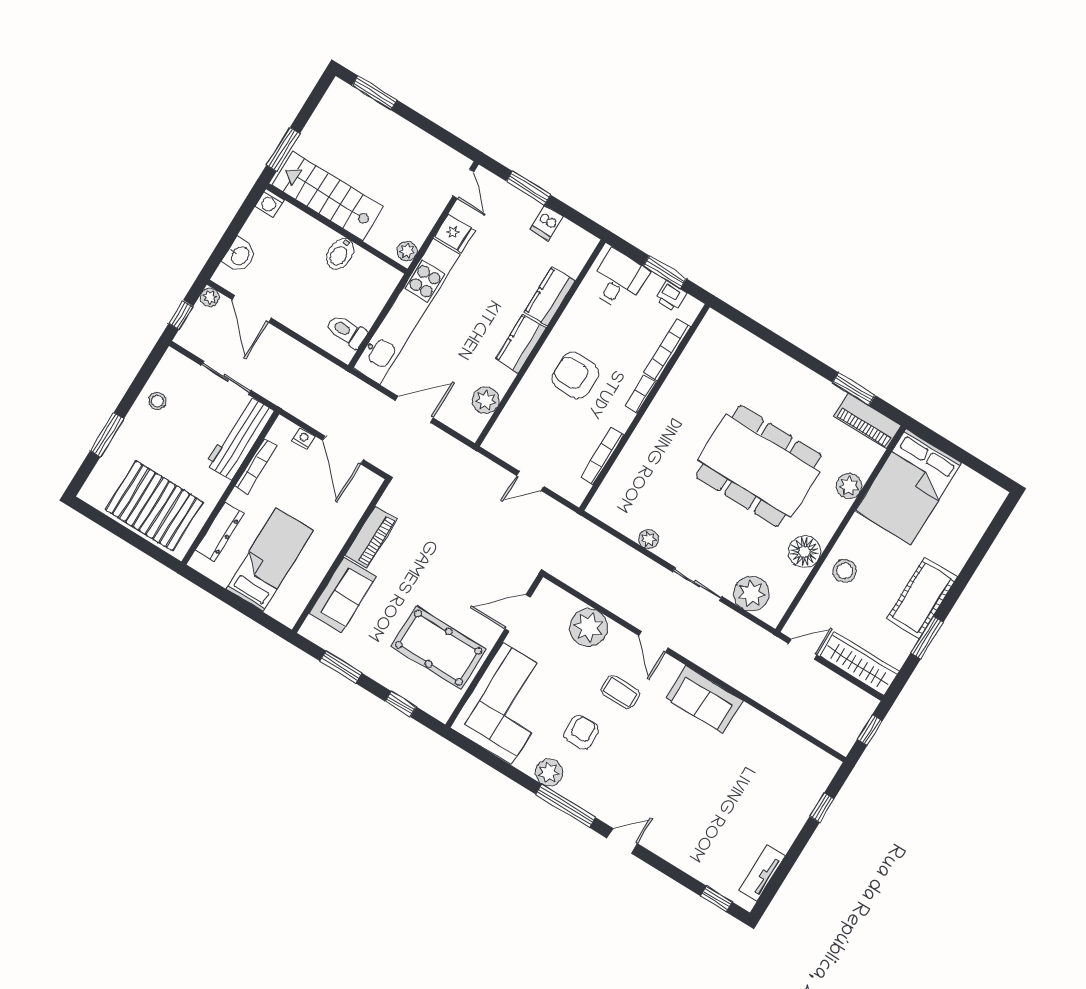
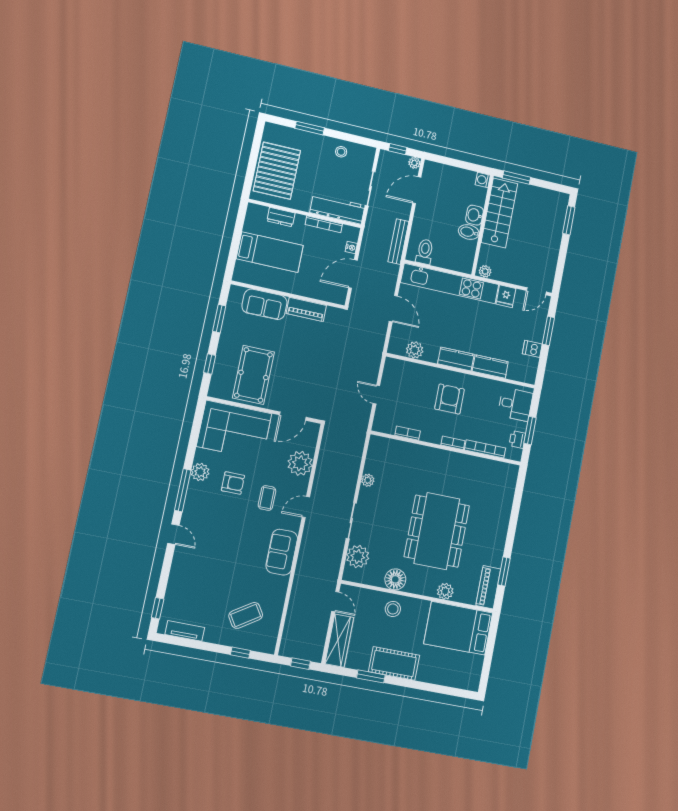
washbasin: (240, 255) -> (475, 215), moved, turned 90
bench: (318, 365) -> (398, 242), added
bookcase: (602, 456) -> (408, 433), width x0.64
dresser: (219, 532) -> (281, 217), width x0.70
door: (518, 613) -> (293, 416), swing flipped
coffee table: (773, 782) -> (246, 615), added

